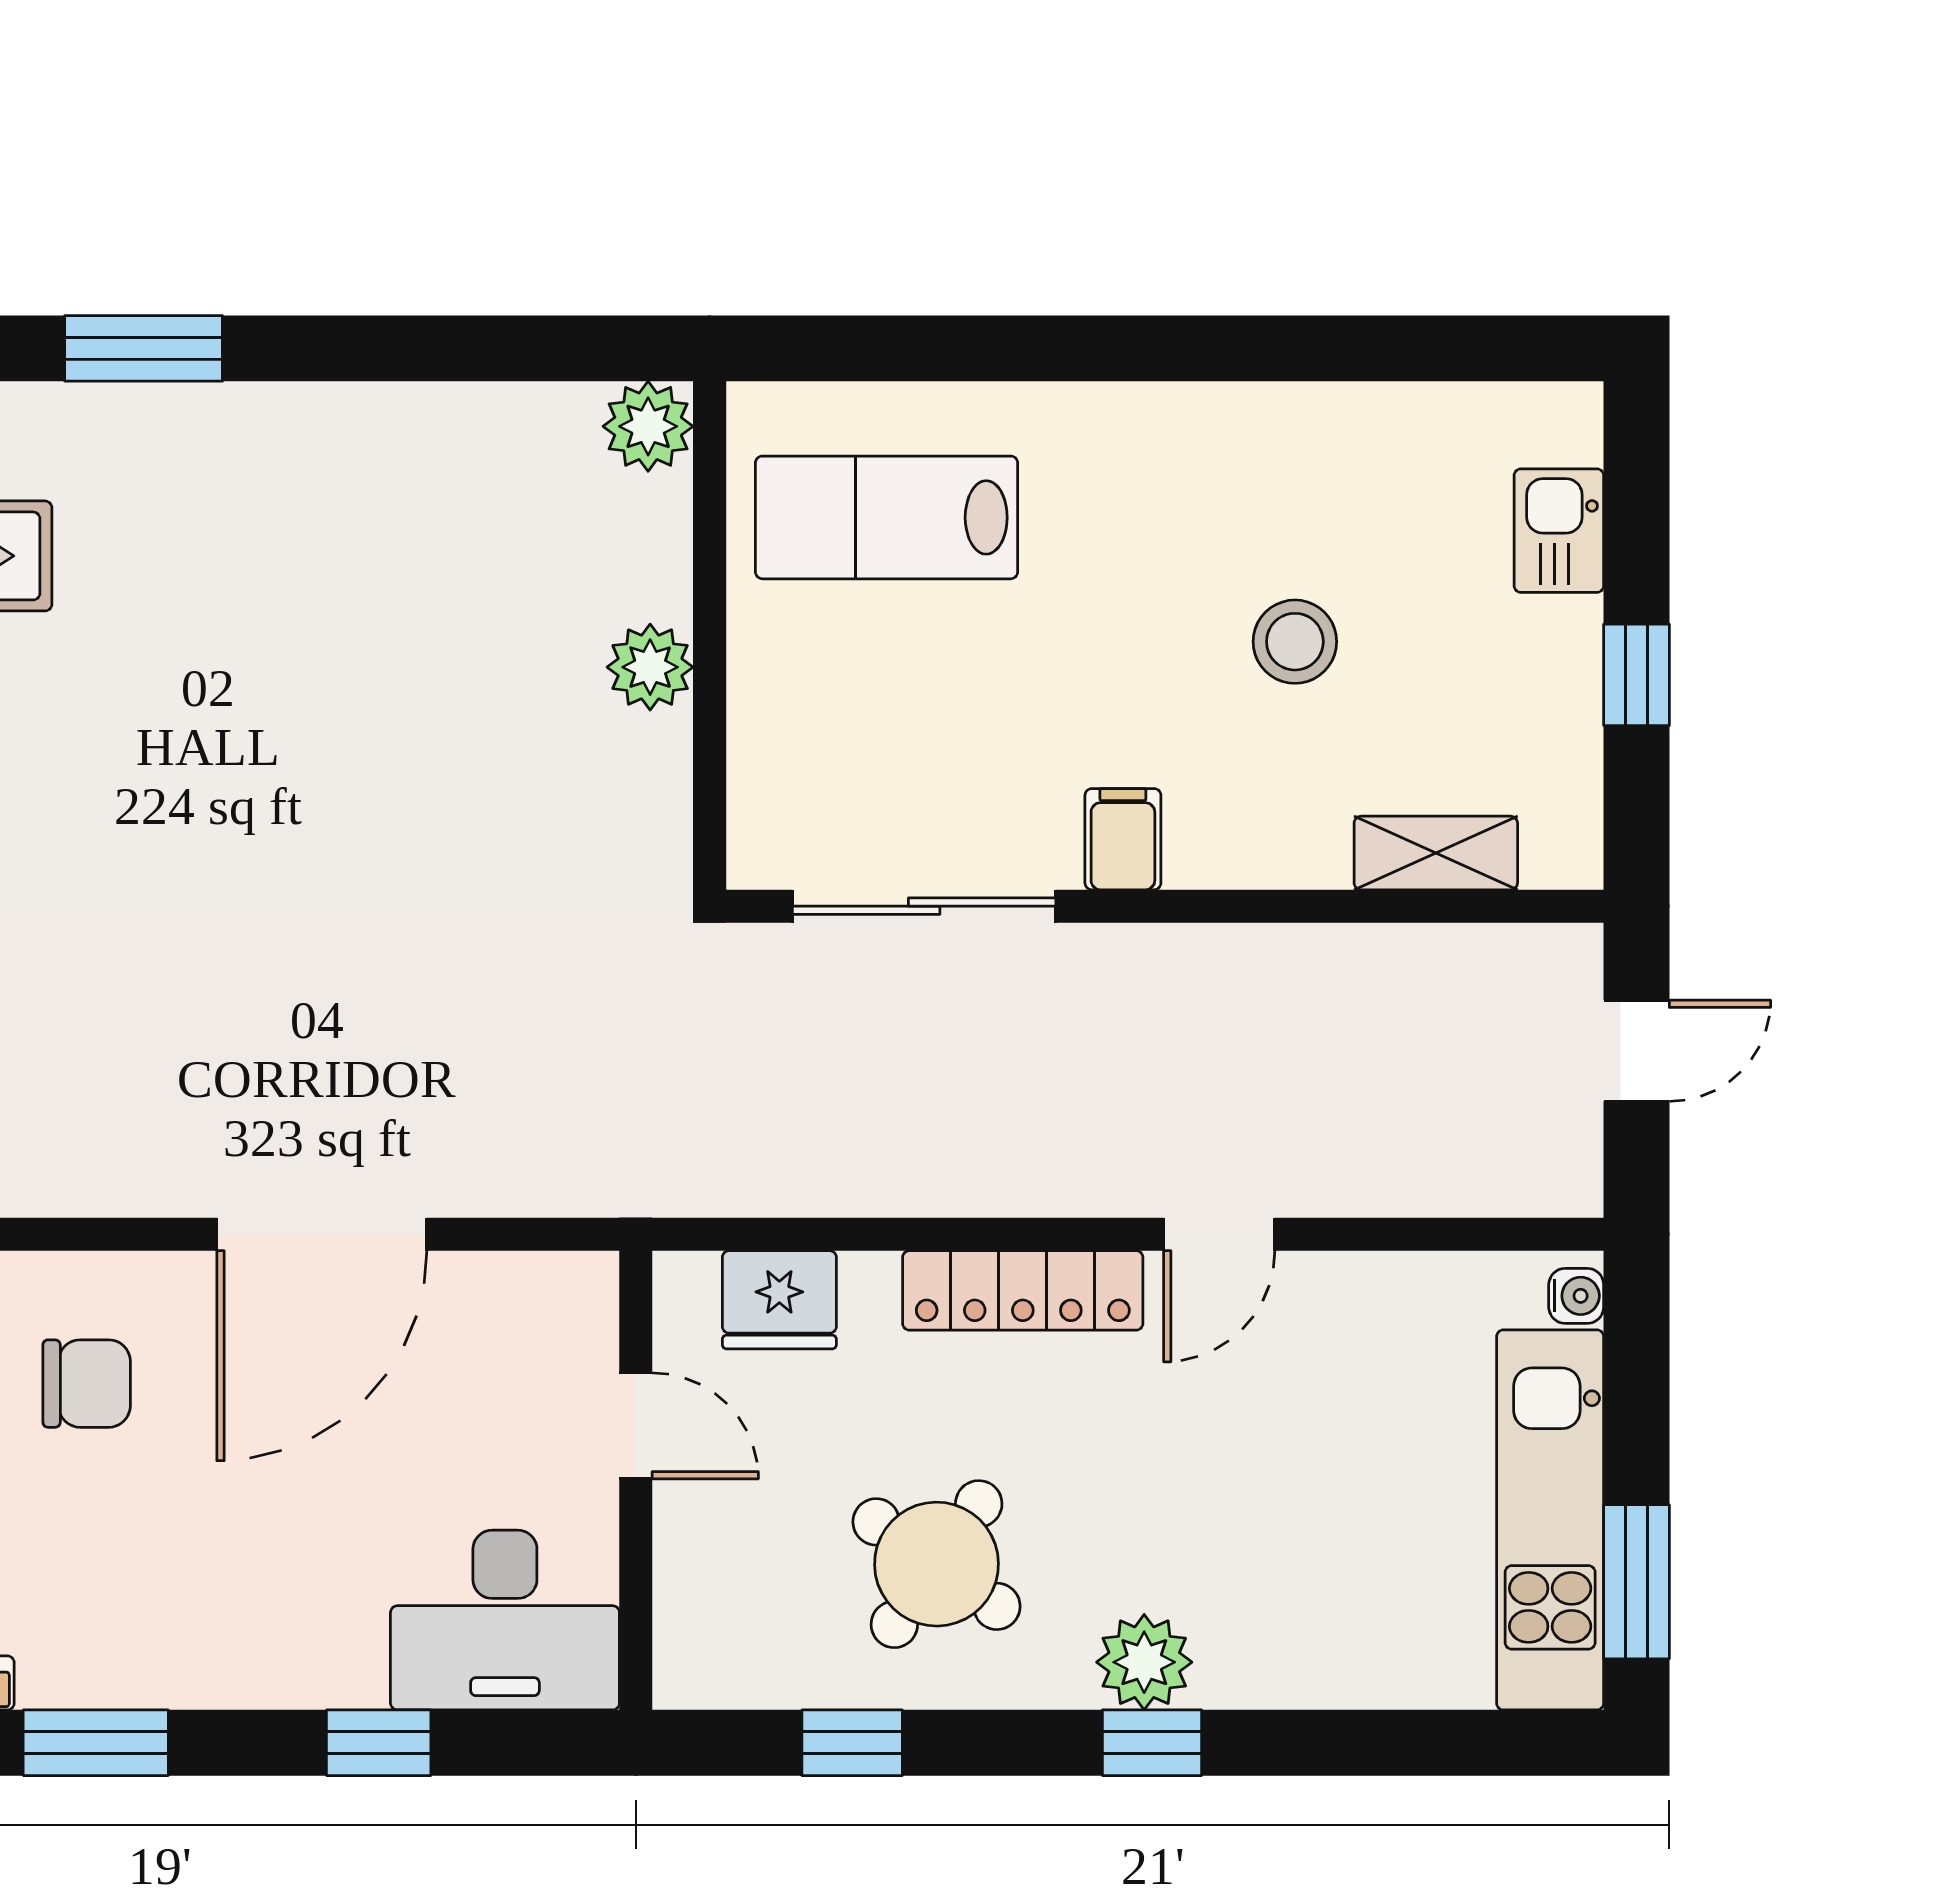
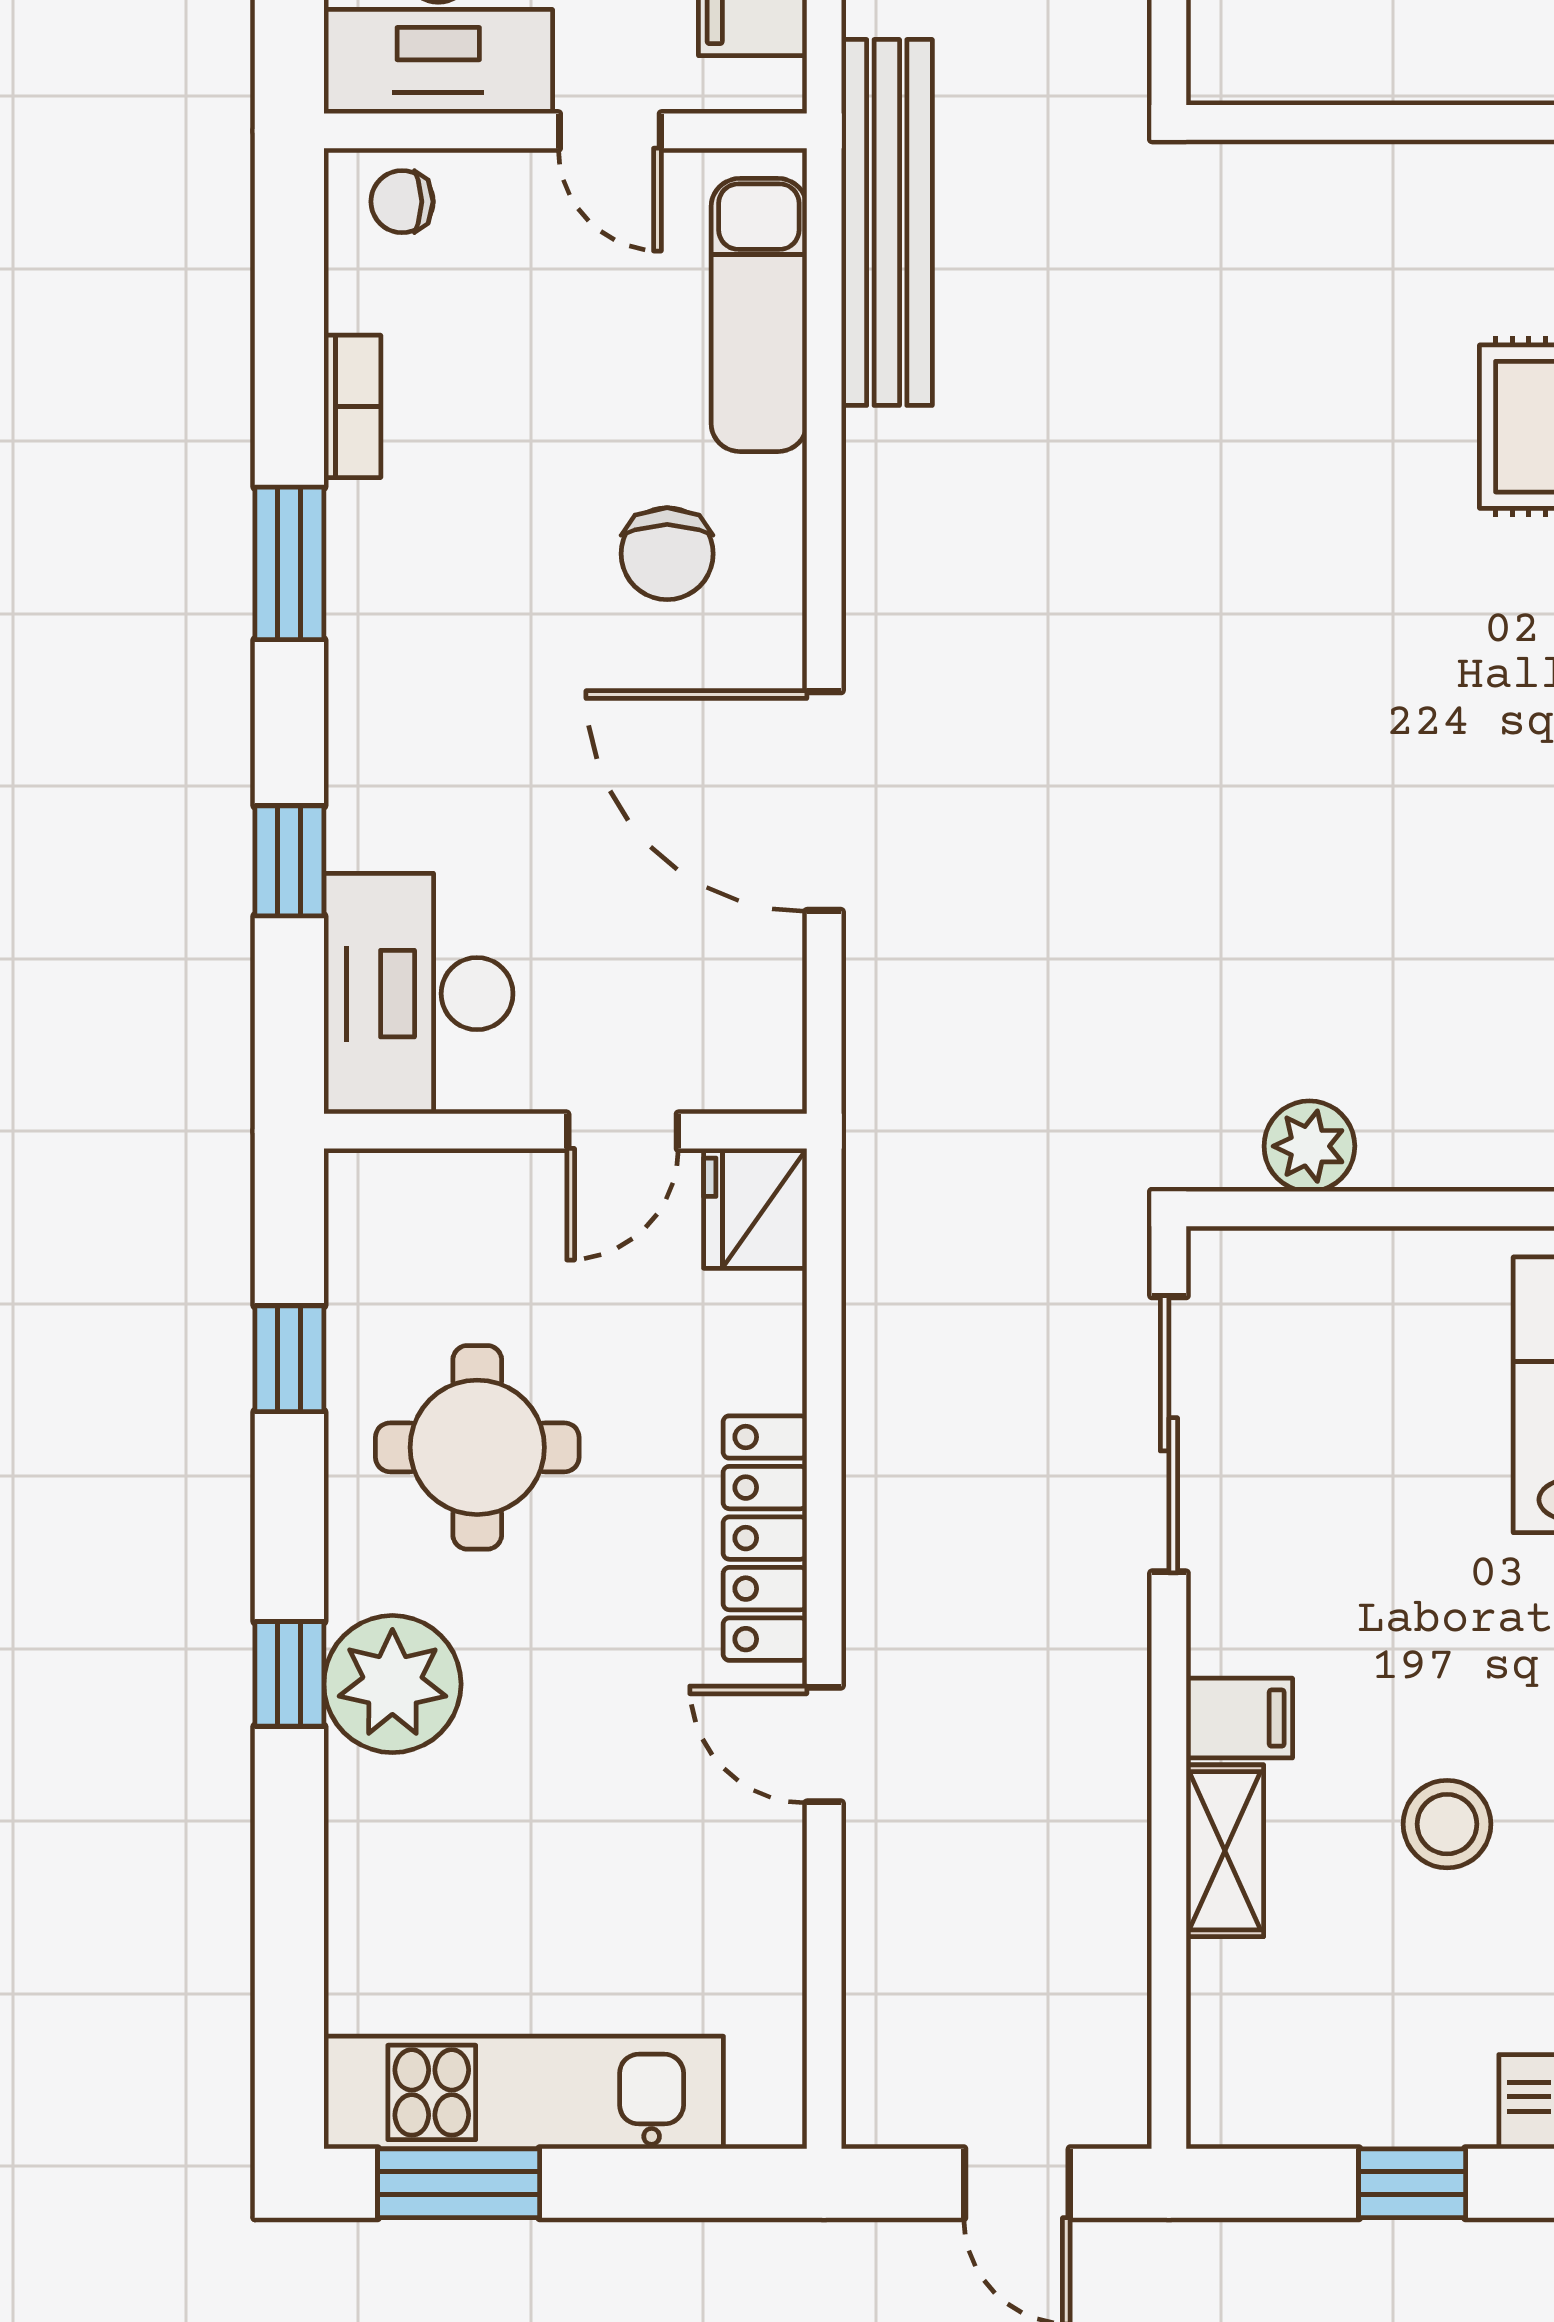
plant: (650, 667) -> (1309, 1146), moved
filing cabinet: (1123, 839) -> (1239, 1718), moved
shelving: (1436, 853) -> (1225, 1851), moved
water cooler: (1576, 1296) -> (759, 2120), removed
fridge: (779, 1300) -> (755, 1208), moved
round table: (937, 1564) -> (477, 1447), turned -35
plant: (1144, 1662) -> (392, 1684), width x1.36, depth x1.36

